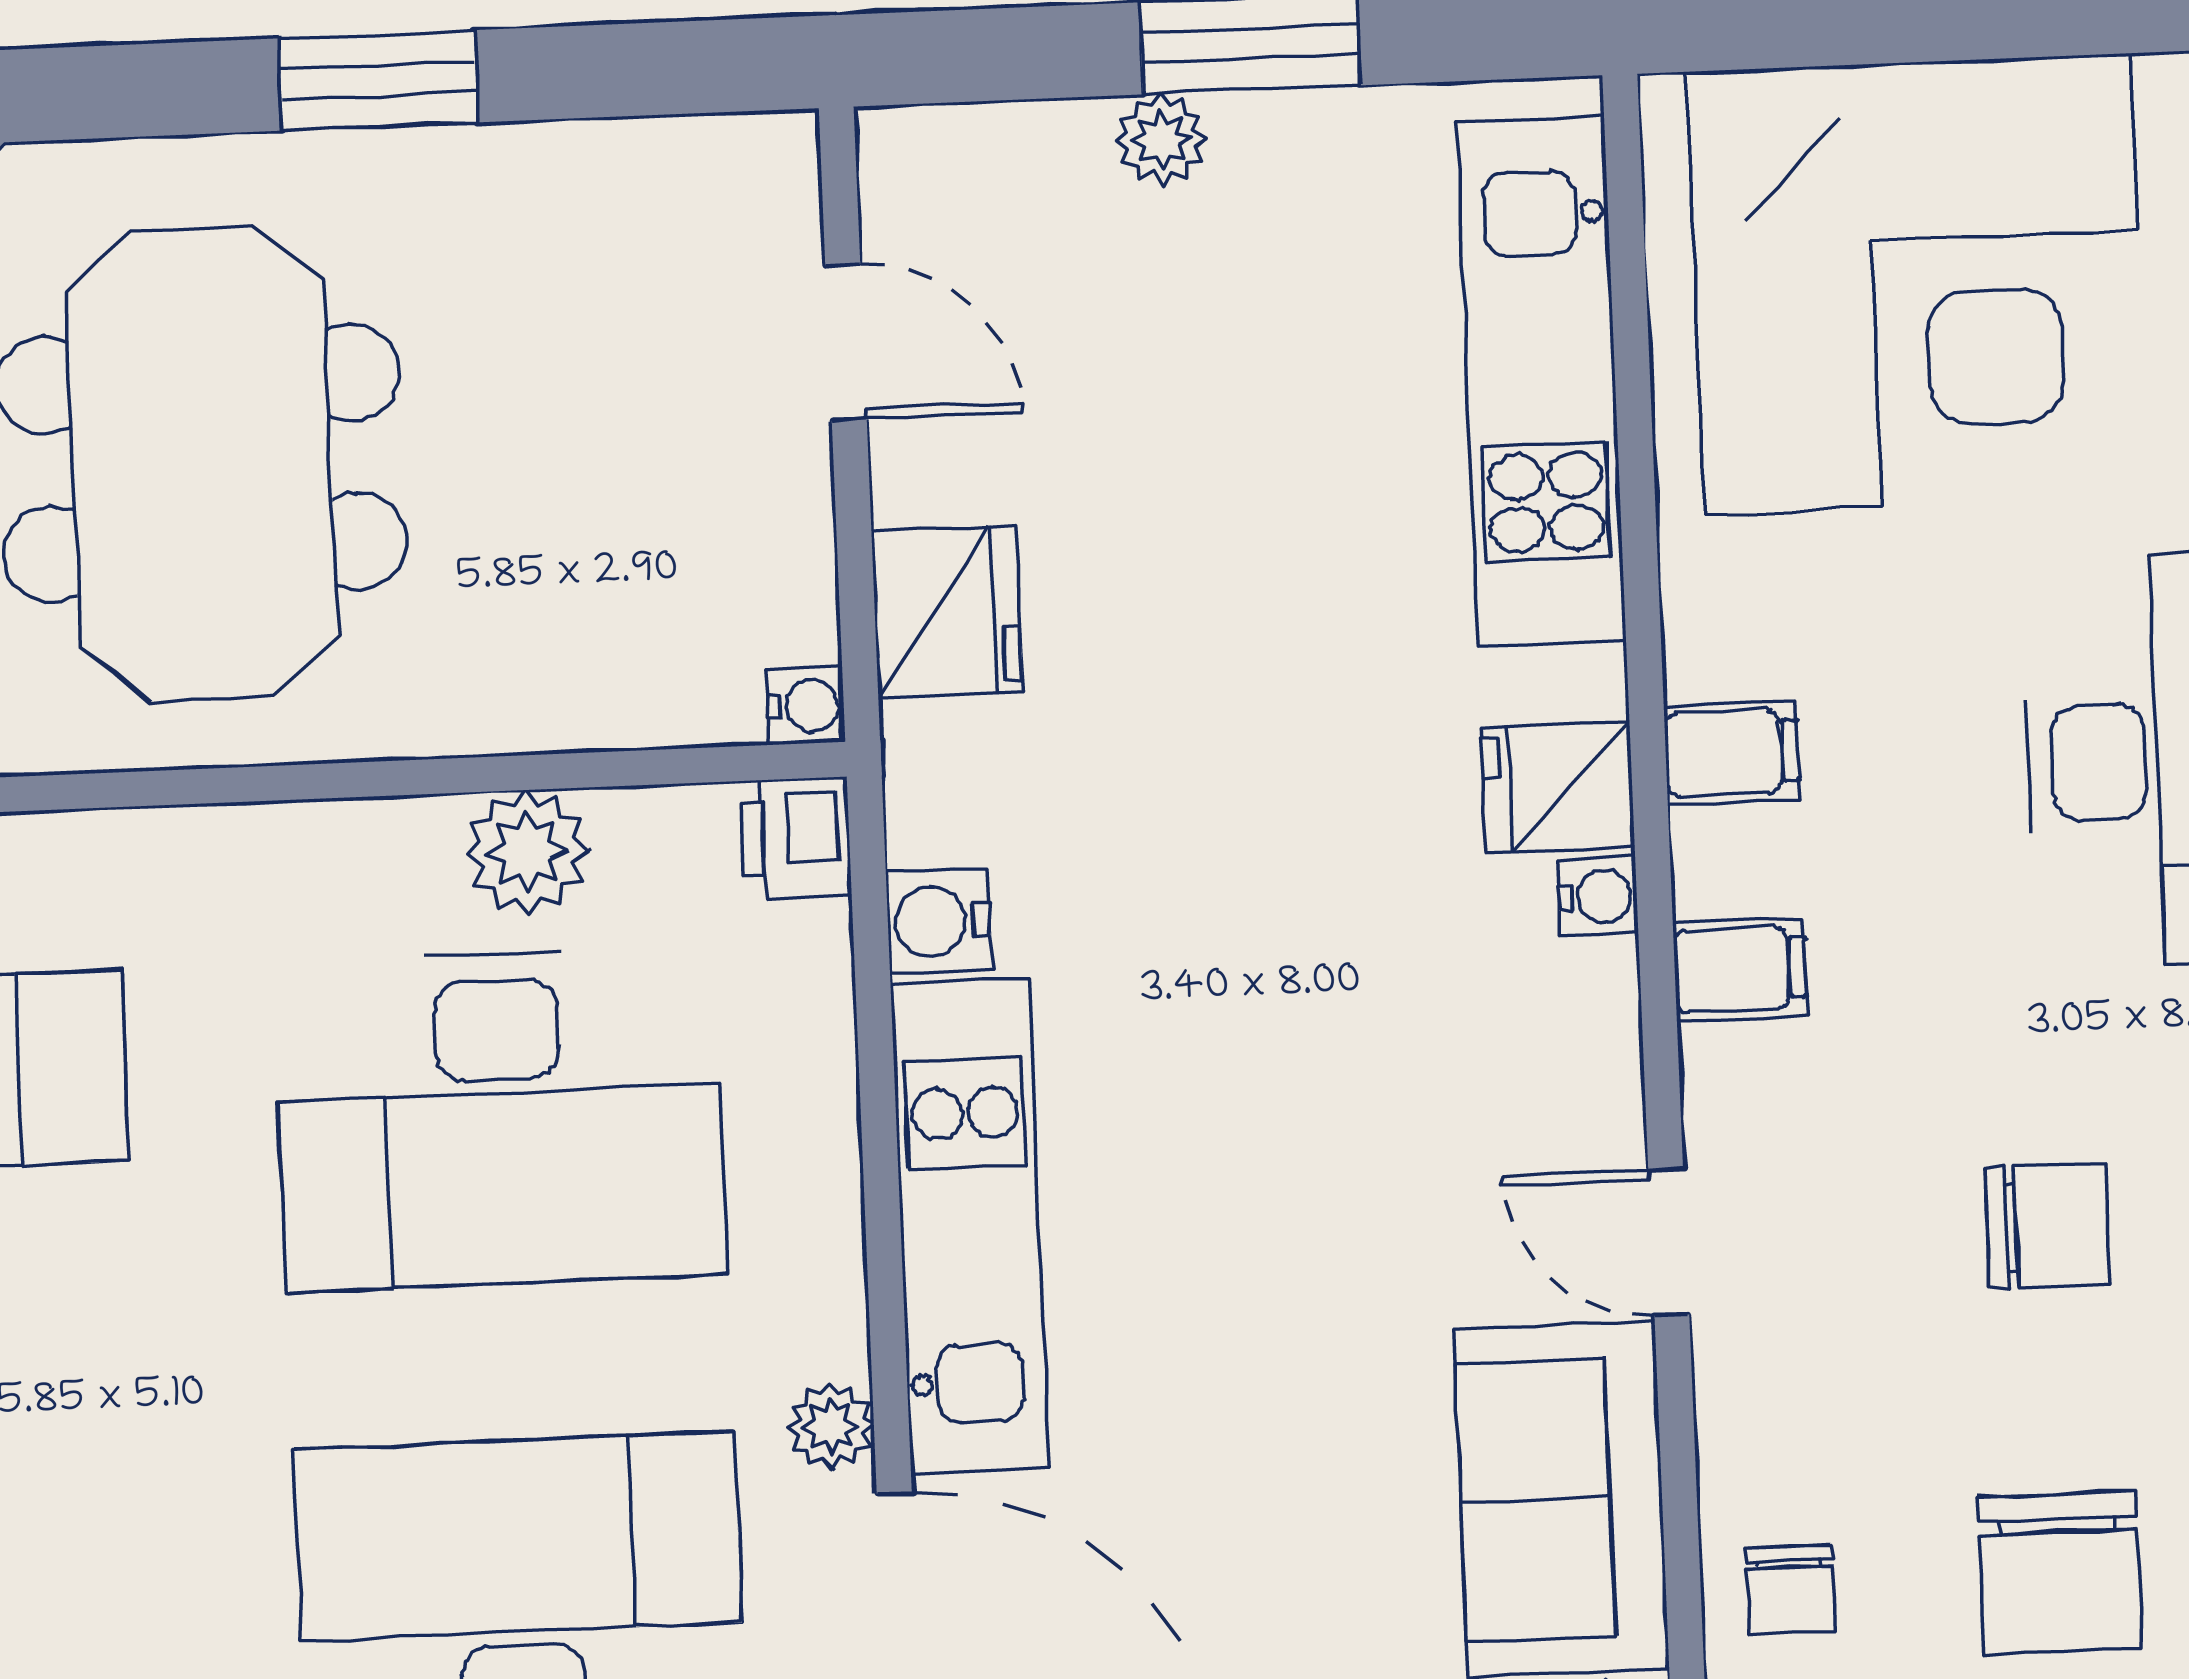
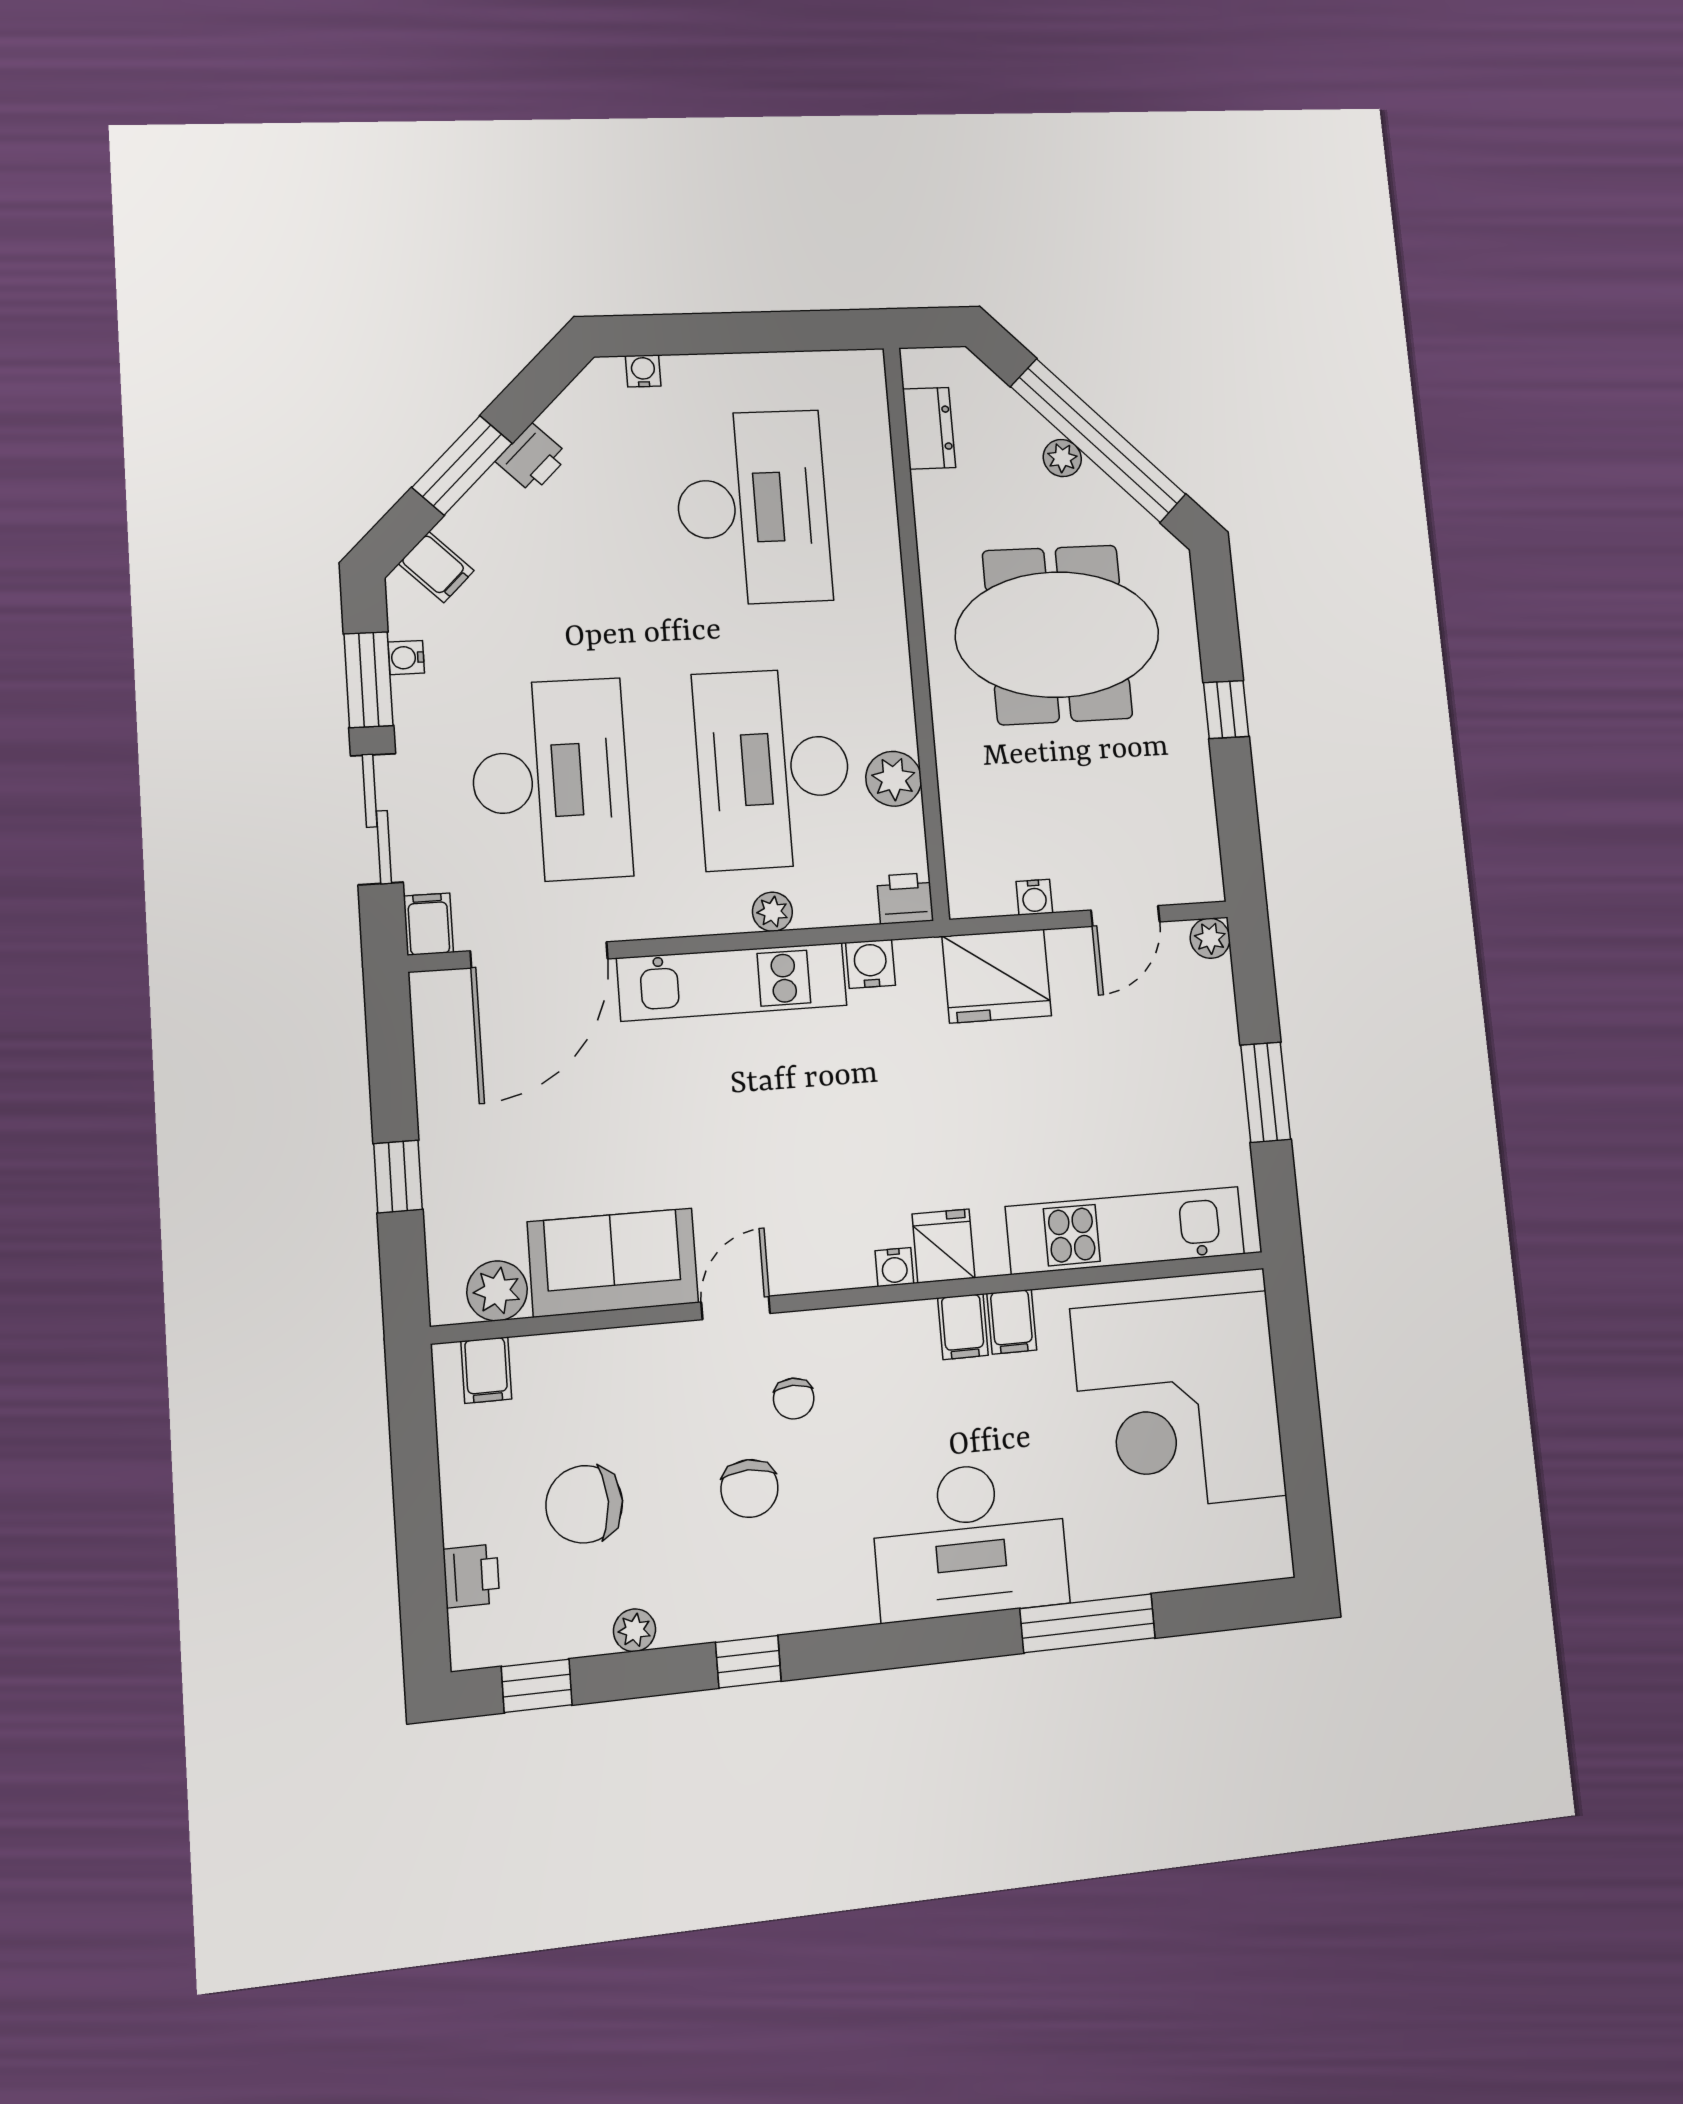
window: (378, 80) -> (1226, 709), width x0.67
plant: (1161, 139) -> (1210, 938), moved
fridge: (947, 612) -> (997, 976), width x1.36, depth x1.34
water cooler: (806, 705) -> (1034, 897), moved
filing cabinet: (1740, 969) -> (1012, 1322), moved
plant: (831, 1426) -> (772, 912), moved
chair: (1790, 1590) -> (794, 1399), moved, turned -90

